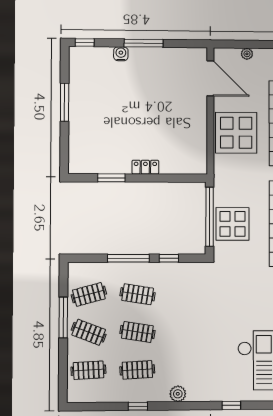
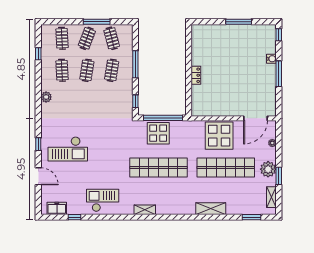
window: (111, 178) -> (189, 53), removed
window: (169, 258) -> (135, 101), moved
window: (231, 405) -> (38, 144), moved
window: (138, 406) -> (38, 54), moved

